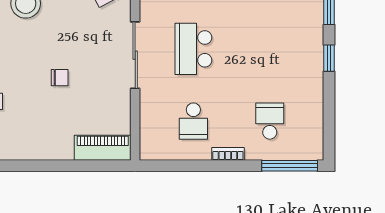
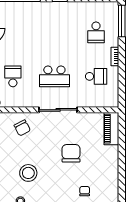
chair: (60, 78) -> (71, 153), width x1.87, depth x1.87
school desk: (270, 121) -> (96, 32), turned -90

